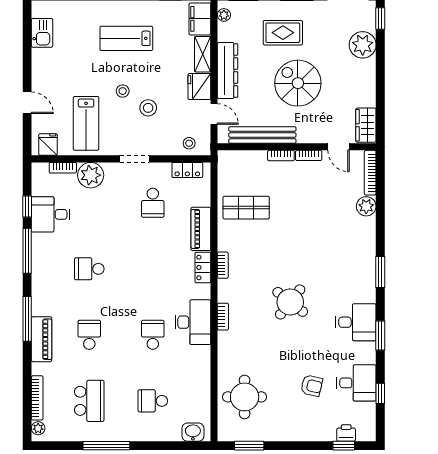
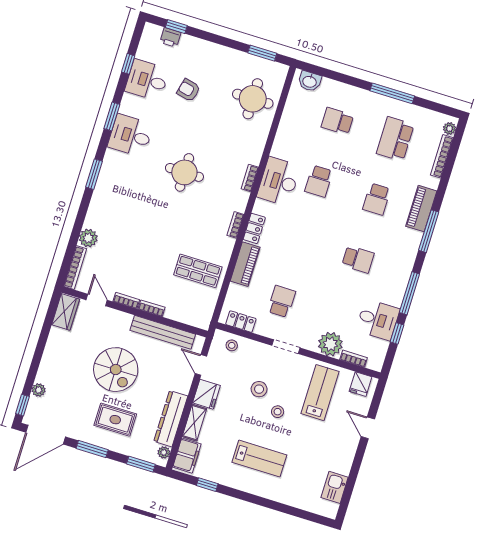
plant: (363, 45) -> (39, 390), width x0.53, depth x0.53
dresser: (228, 71) -> (171, 419), moved
round table: (290, 302) -> (184, 172), turned -38
school desk: (153, 401) -> (337, 121), turned 180

